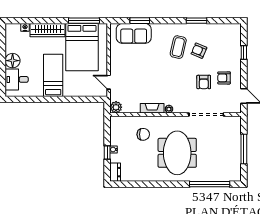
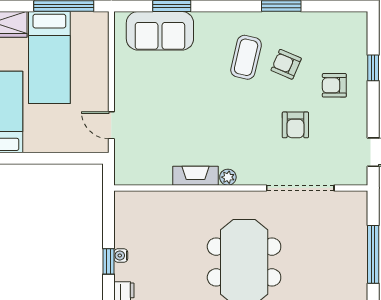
bed: (82, 47) -> (49, 57), width x0.67
armchair: (224, 78) -> (334, 85), moved
plant: (116, 107) -> (126, 174), removed
chair: (143, 134) -> (178, 226), removed

